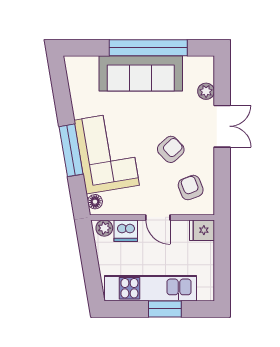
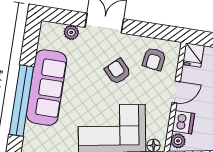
window: (148, 48) -> (21, 101), moved
armchair: (191, 188) -> (154, 59), turned -61

